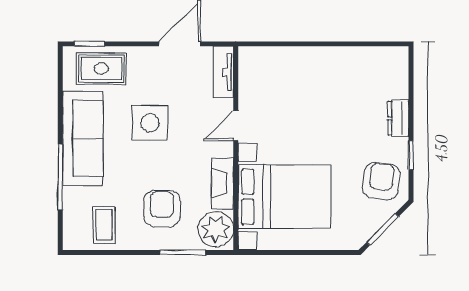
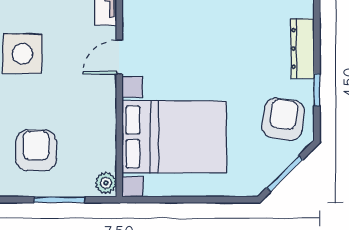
dresser: (398, 118) -> (303, 48), width x1.44
fireplace: (222, 183) -> (104, 122), removed
plant: (216, 229) -> (106, 183), width x0.53, depth x0.53

